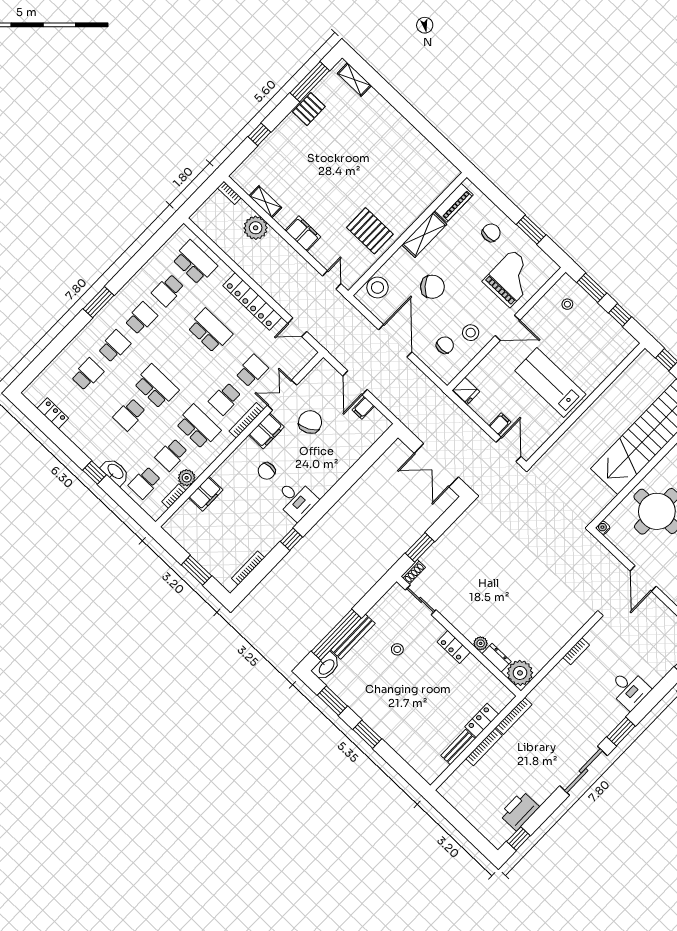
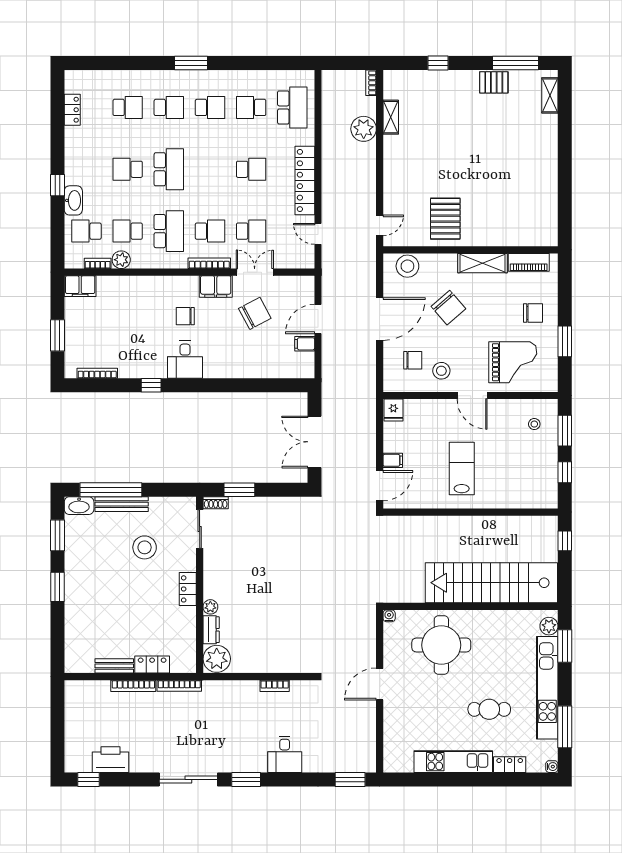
filing cabinet: (303, 234) -> (394, 169), removed
school desk: (210, 331) -> (251, 169), width x0.54
lab bench: (550, 383) -> (462, 469), width x0.73, depth x0.72
school desk: (225, 399) -> (210, 231), turned 180
filing cabinet: (206, 494) -> (80, 286), moved
stool: (397, 649) -> (145, 547), width x1.89, depth x1.89

